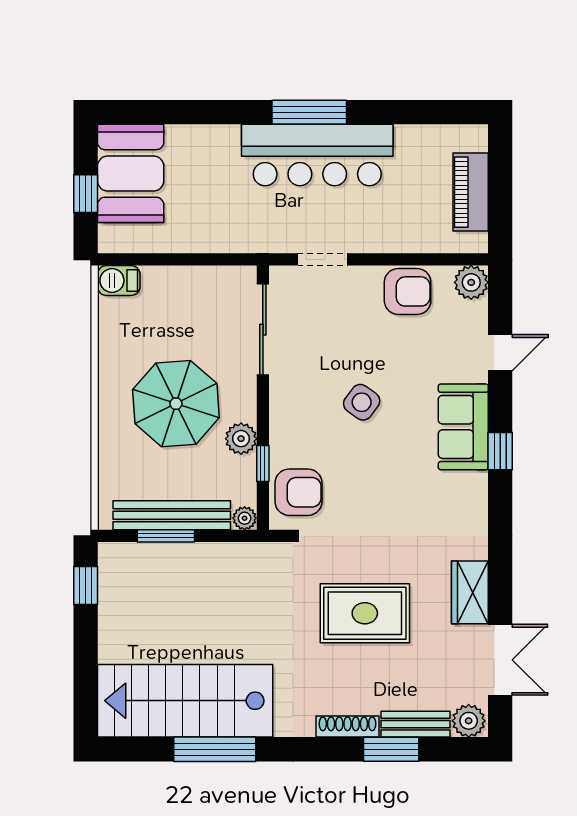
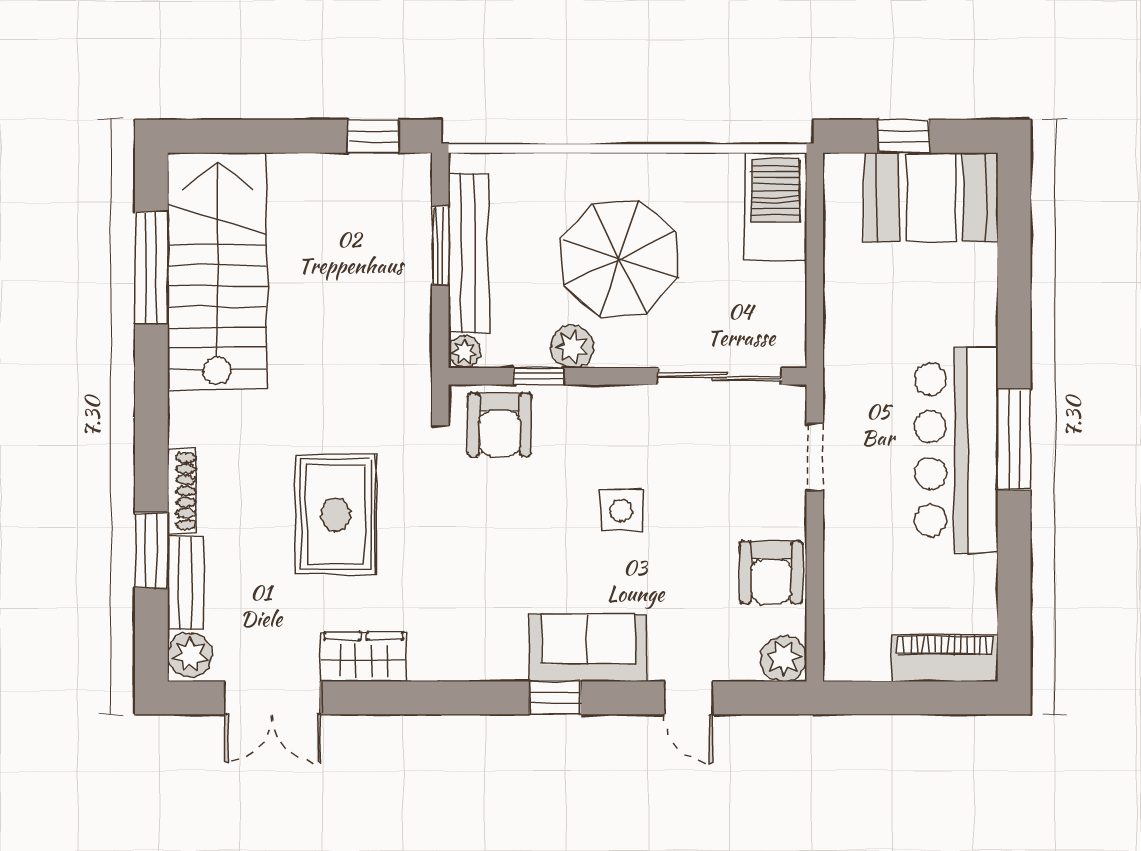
piano: (471, 192) -> (945, 658), moved
barbecue: (119, 281) -> (775, 207), width x1.88, depth x1.53
side table: (362, 402) -> (621, 510), turned -36
window: (215, 749) -> (151, 268), moved

